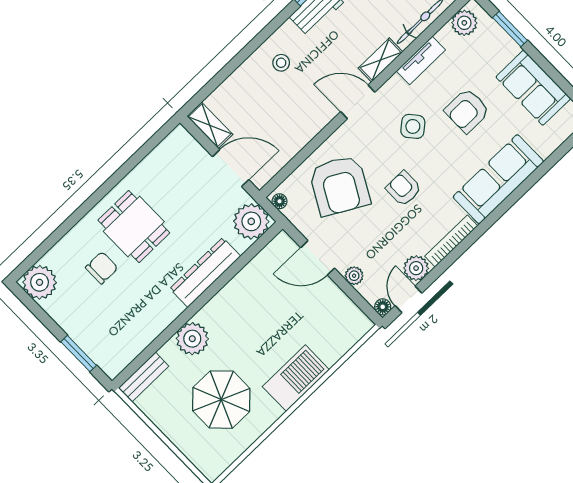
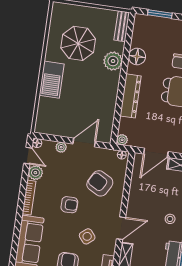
armchair: (340, 185) -> (100, 183), width x0.73, depth x0.73
plant: (251, 221) -> (122, 140), width x0.53, depth x0.53
floor lamp: (155, 320) -> (137, 56), added

